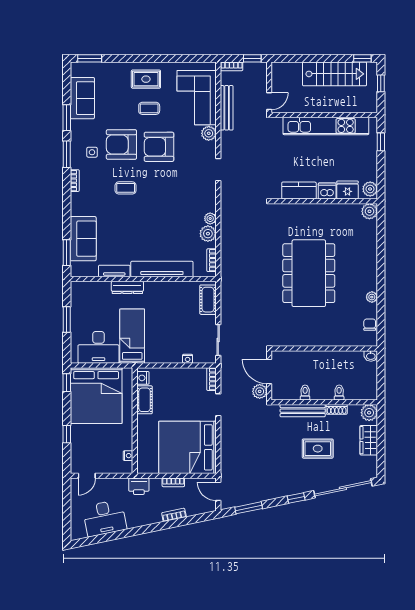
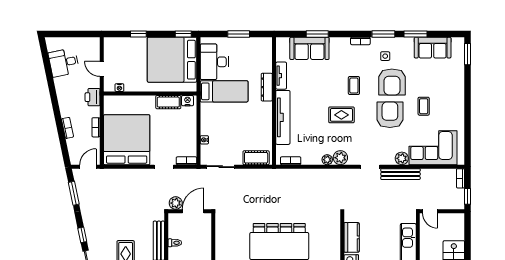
rug: (146, 79) -> (341, 115), moved, turned 90
bench: (227, 108) -> (400, 174), moved
armchair: (121, 144) -> (392, 82), turned 180
plant: (208, 234) -> (340, 158), moved
window: (67, 253) -> (317, 34), moved
door: (87, 476) -> (102, 69), moved
desk: (105, 518) -> (64, 62), width x0.73

